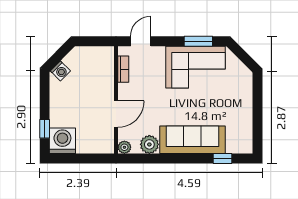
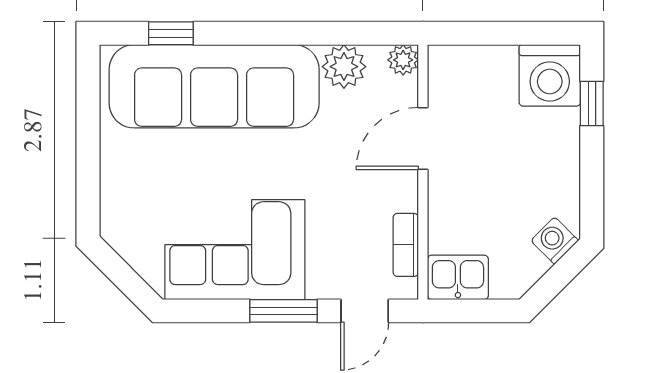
window: (198, 41) -> (283, 311), moved
kitchen sink: (101, 55) -> (458, 277), added
sofa: (193, 140) -> (214, 86), width x1.36, depth x1.27

